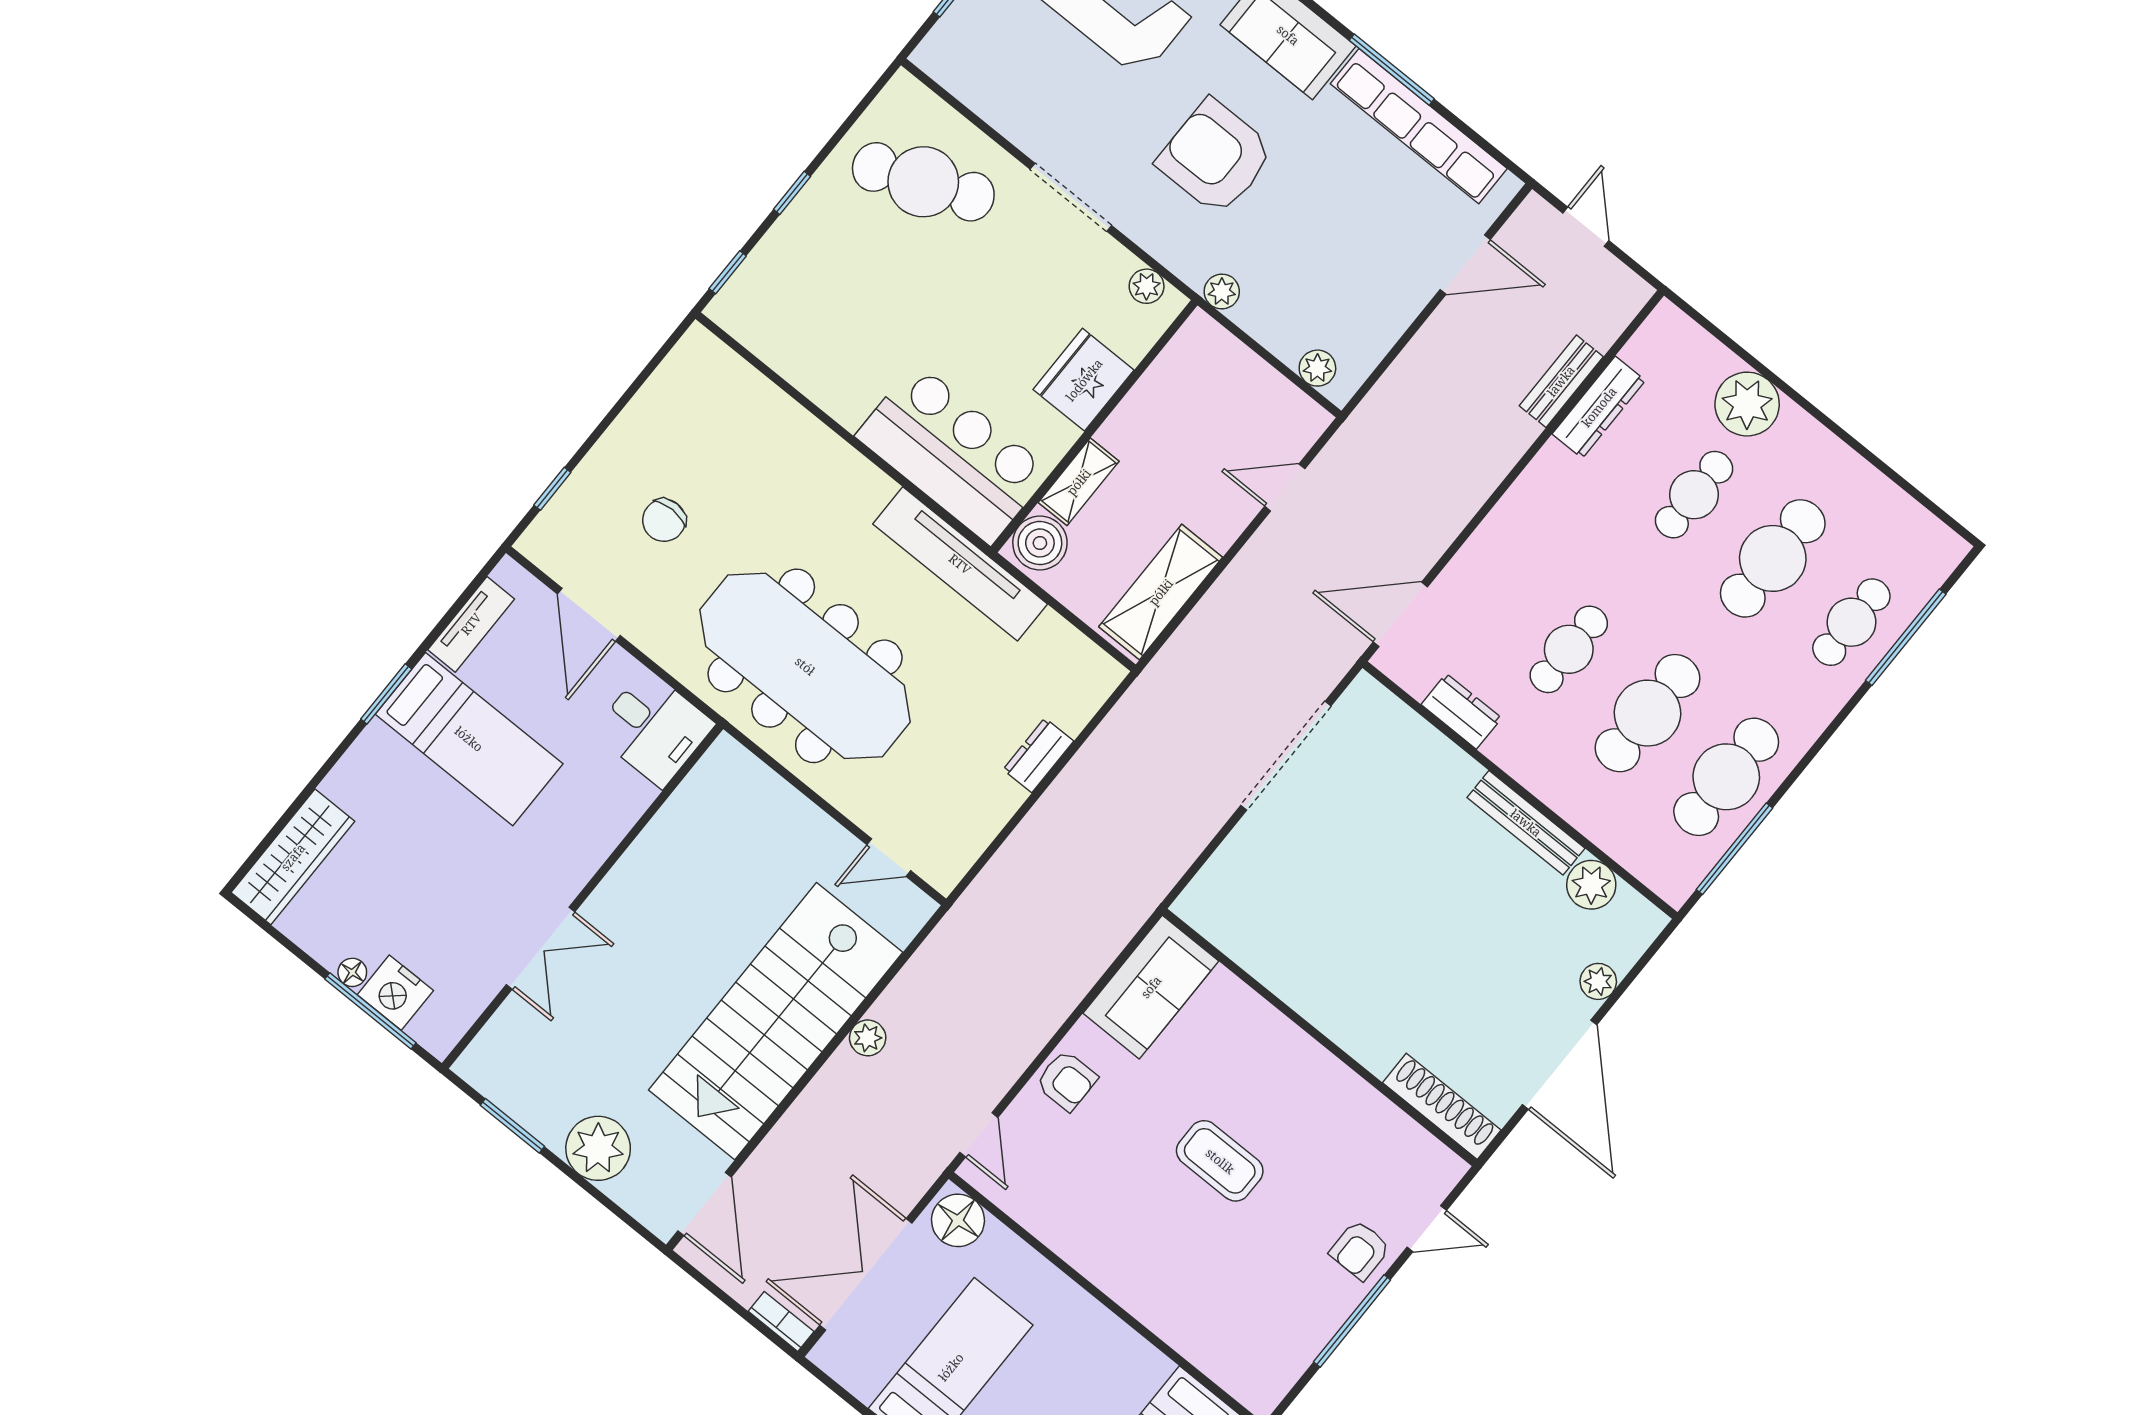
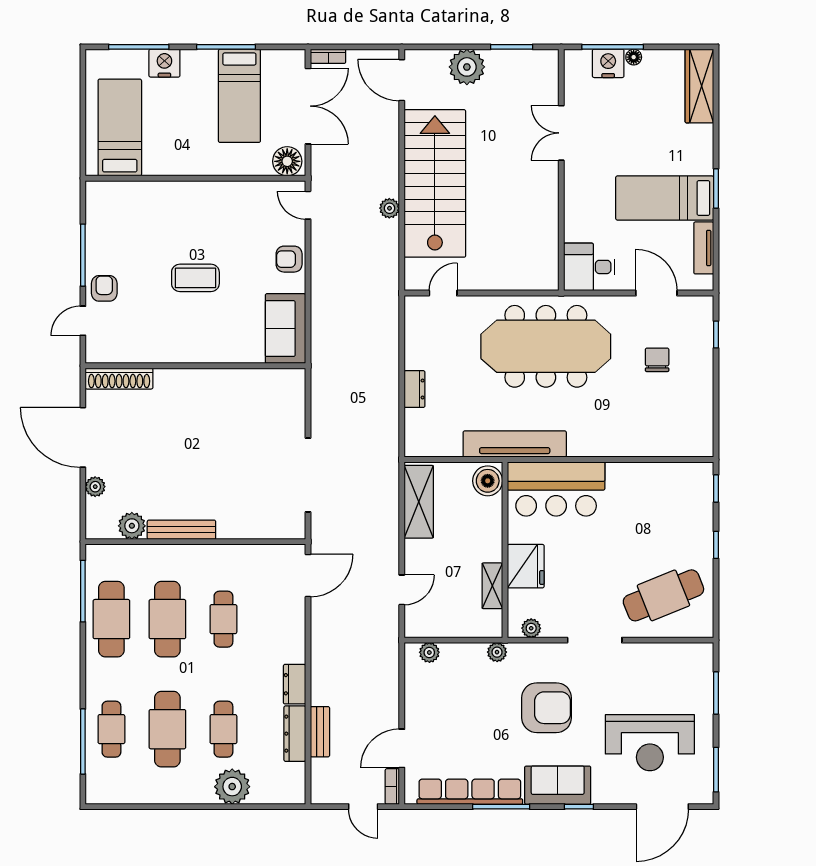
bookcase: (1522, 222) -> (392, 786), added
shelving: (1079, 482) -> (492, 586), moved
dresser: (1461, 711) -> (295, 684), moved, turned 90

